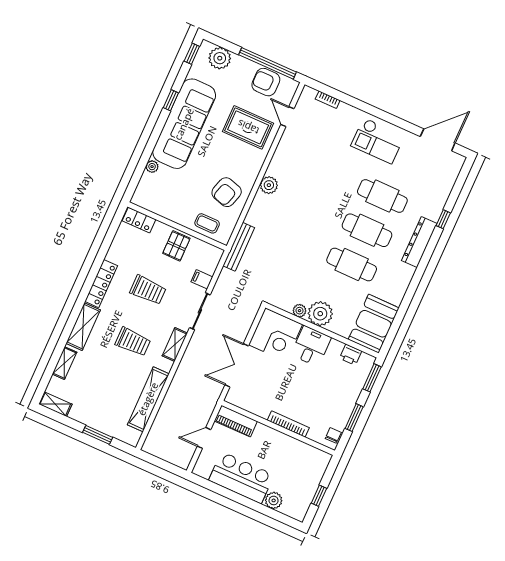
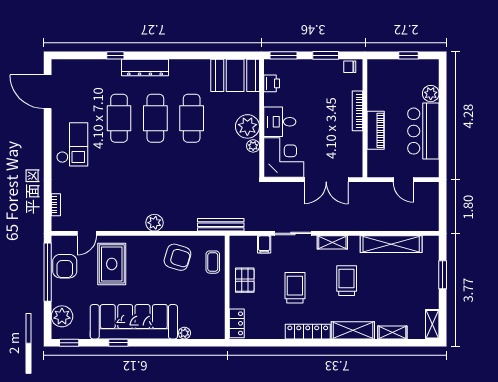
pallet: (176, 246) -> (245, 280), turned 90
piano: (236, 421) -> (376, 130), moved

